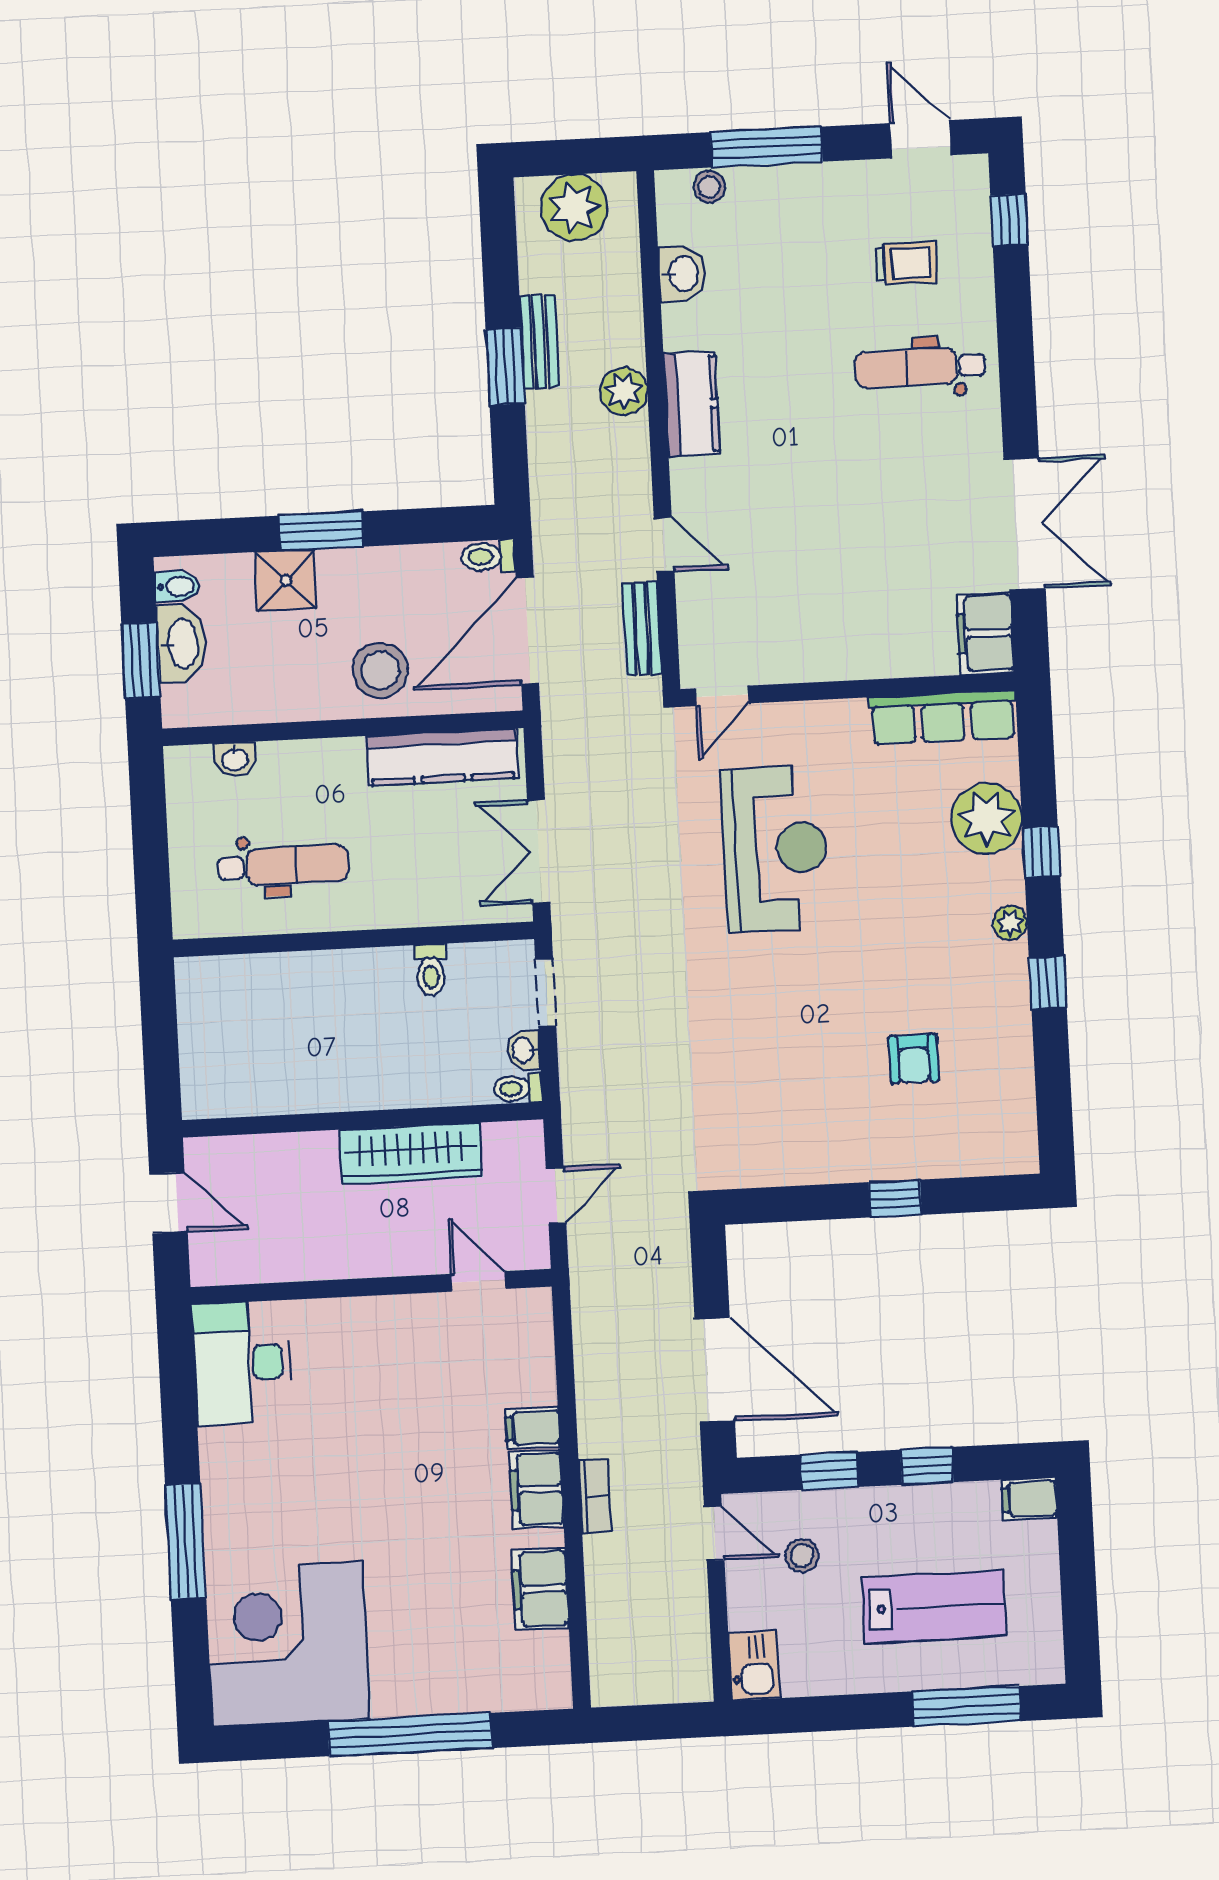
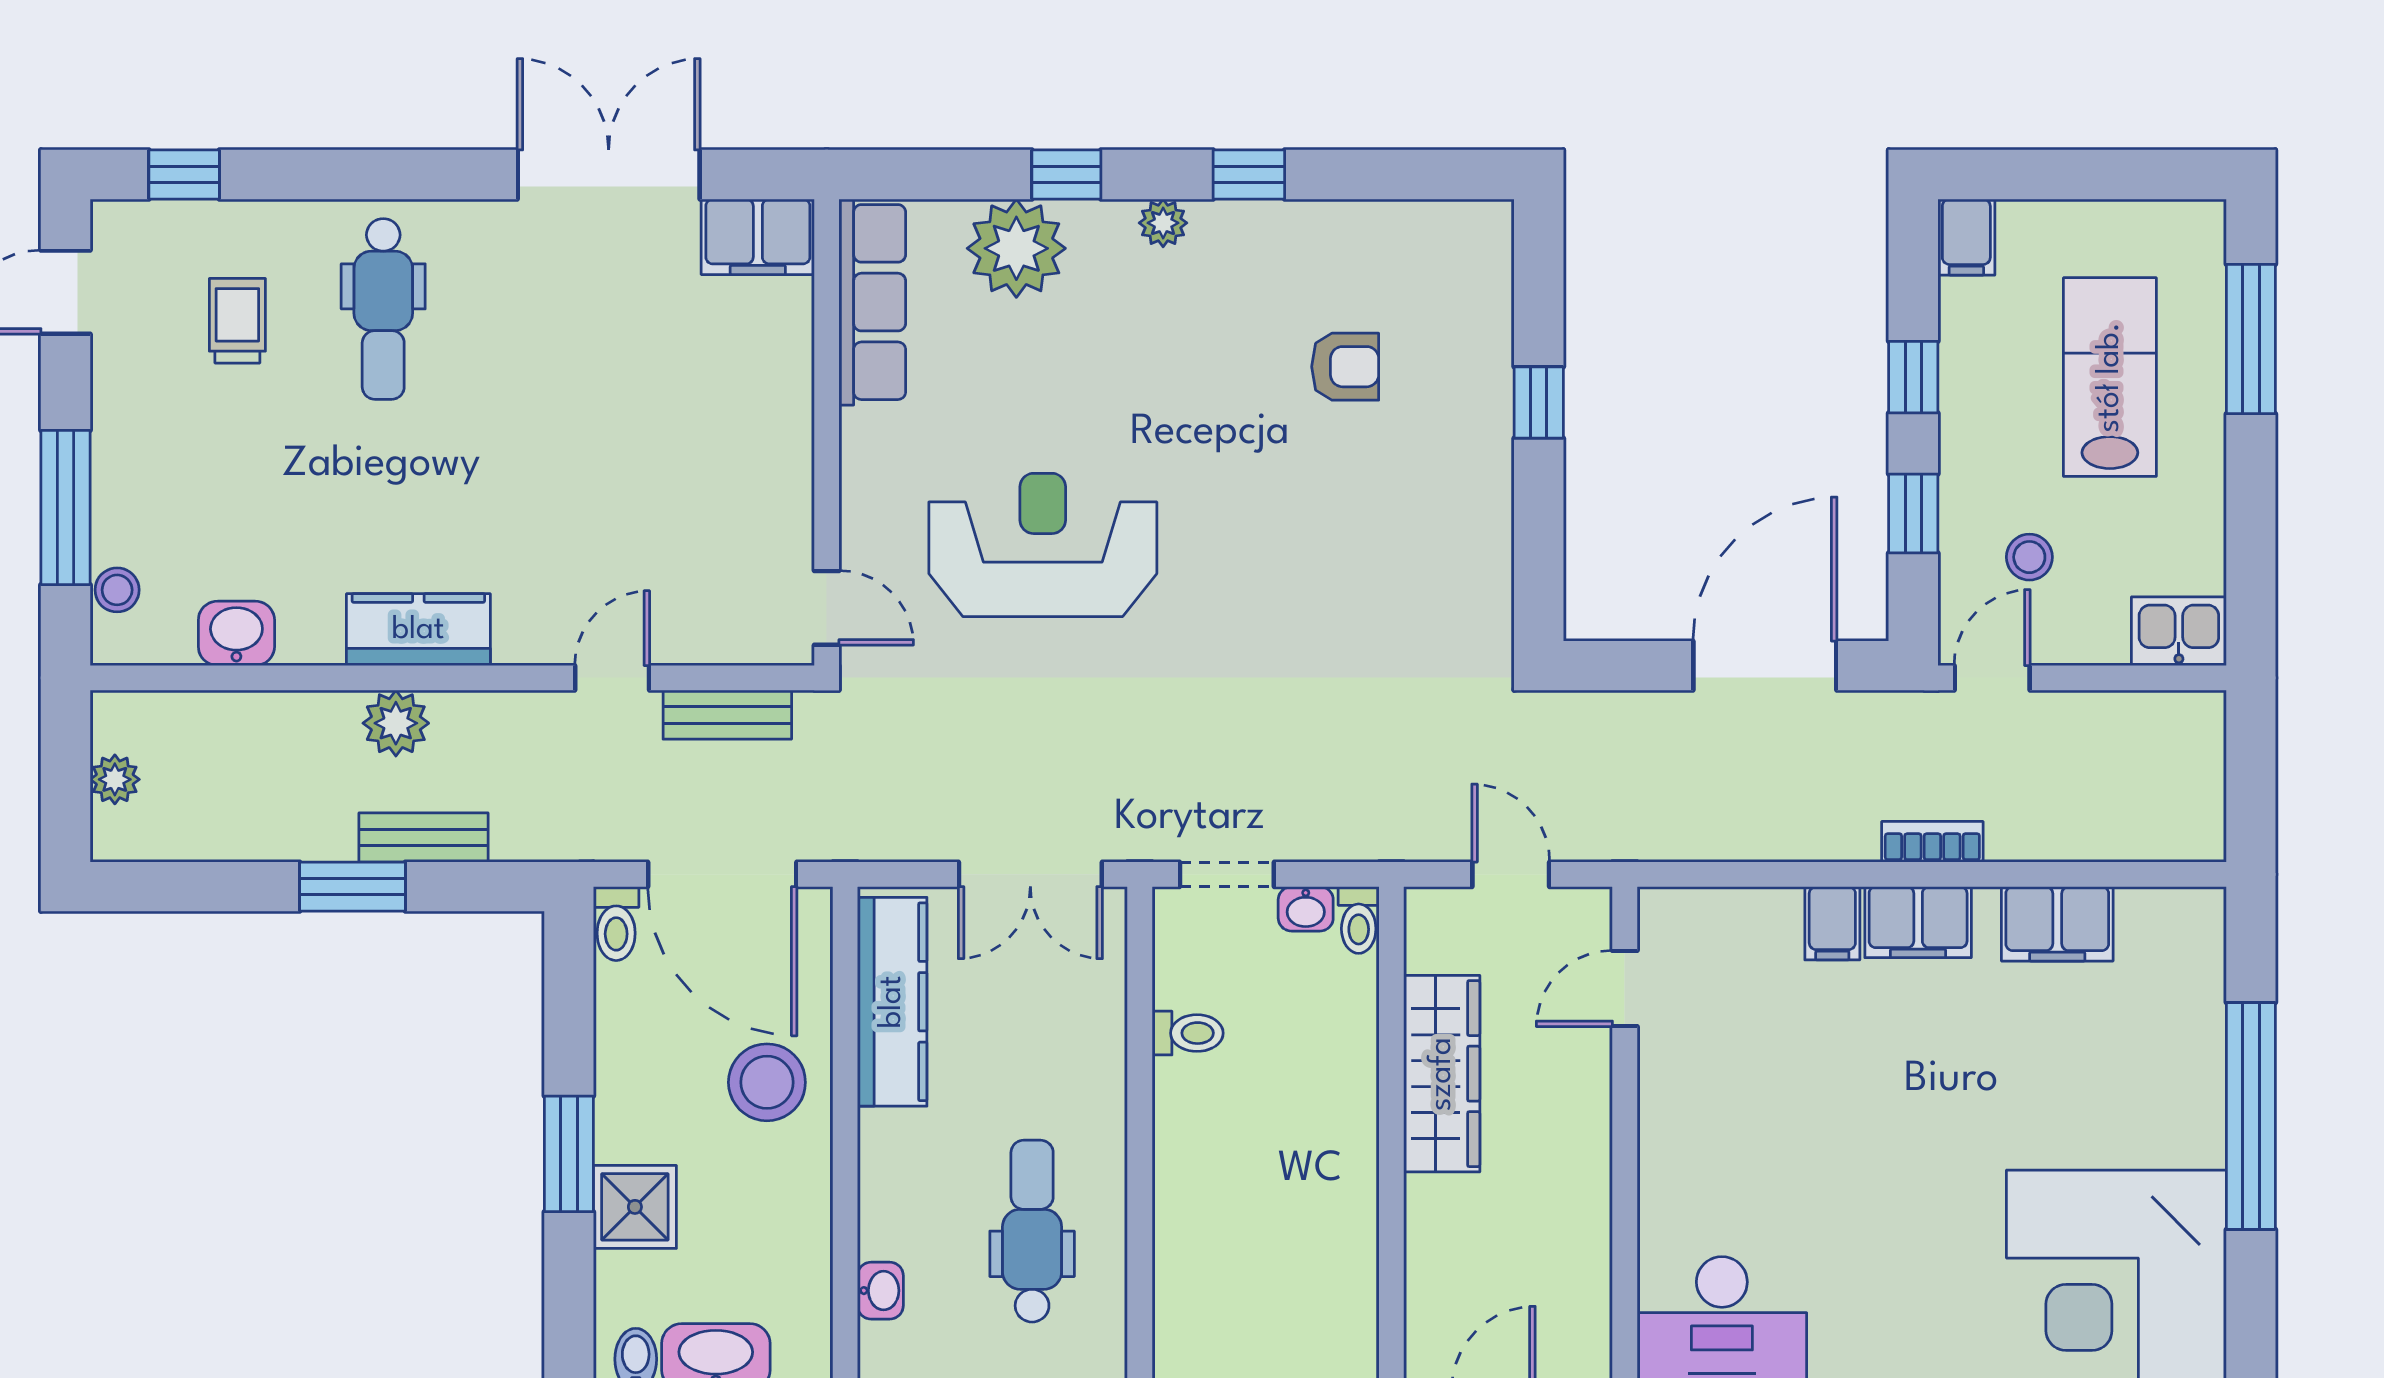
plant: (574, 208) -> (115, 779), width x0.53, depth x0.53
bench: (539, 342) -> (424, 837), moved

